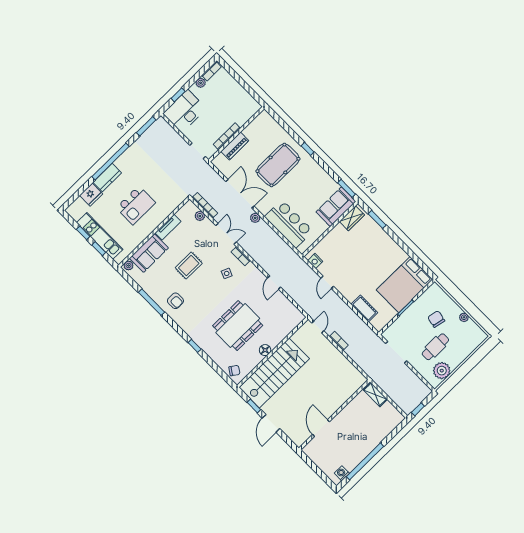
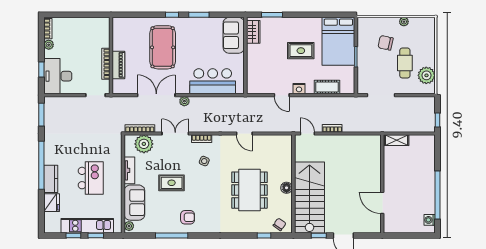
window: (347, 188) -> (199, 15), moved
plant: (200, 216) -> (144, 144), width x1.87, depth x1.87
nightstand: (315, 261) -> (299, 89), moved
rug: (372, 265) -> (301, 51), added
rug: (189, 266) -> (172, 183), turned 90
window: (195, 346) -> (264, 236), moved

